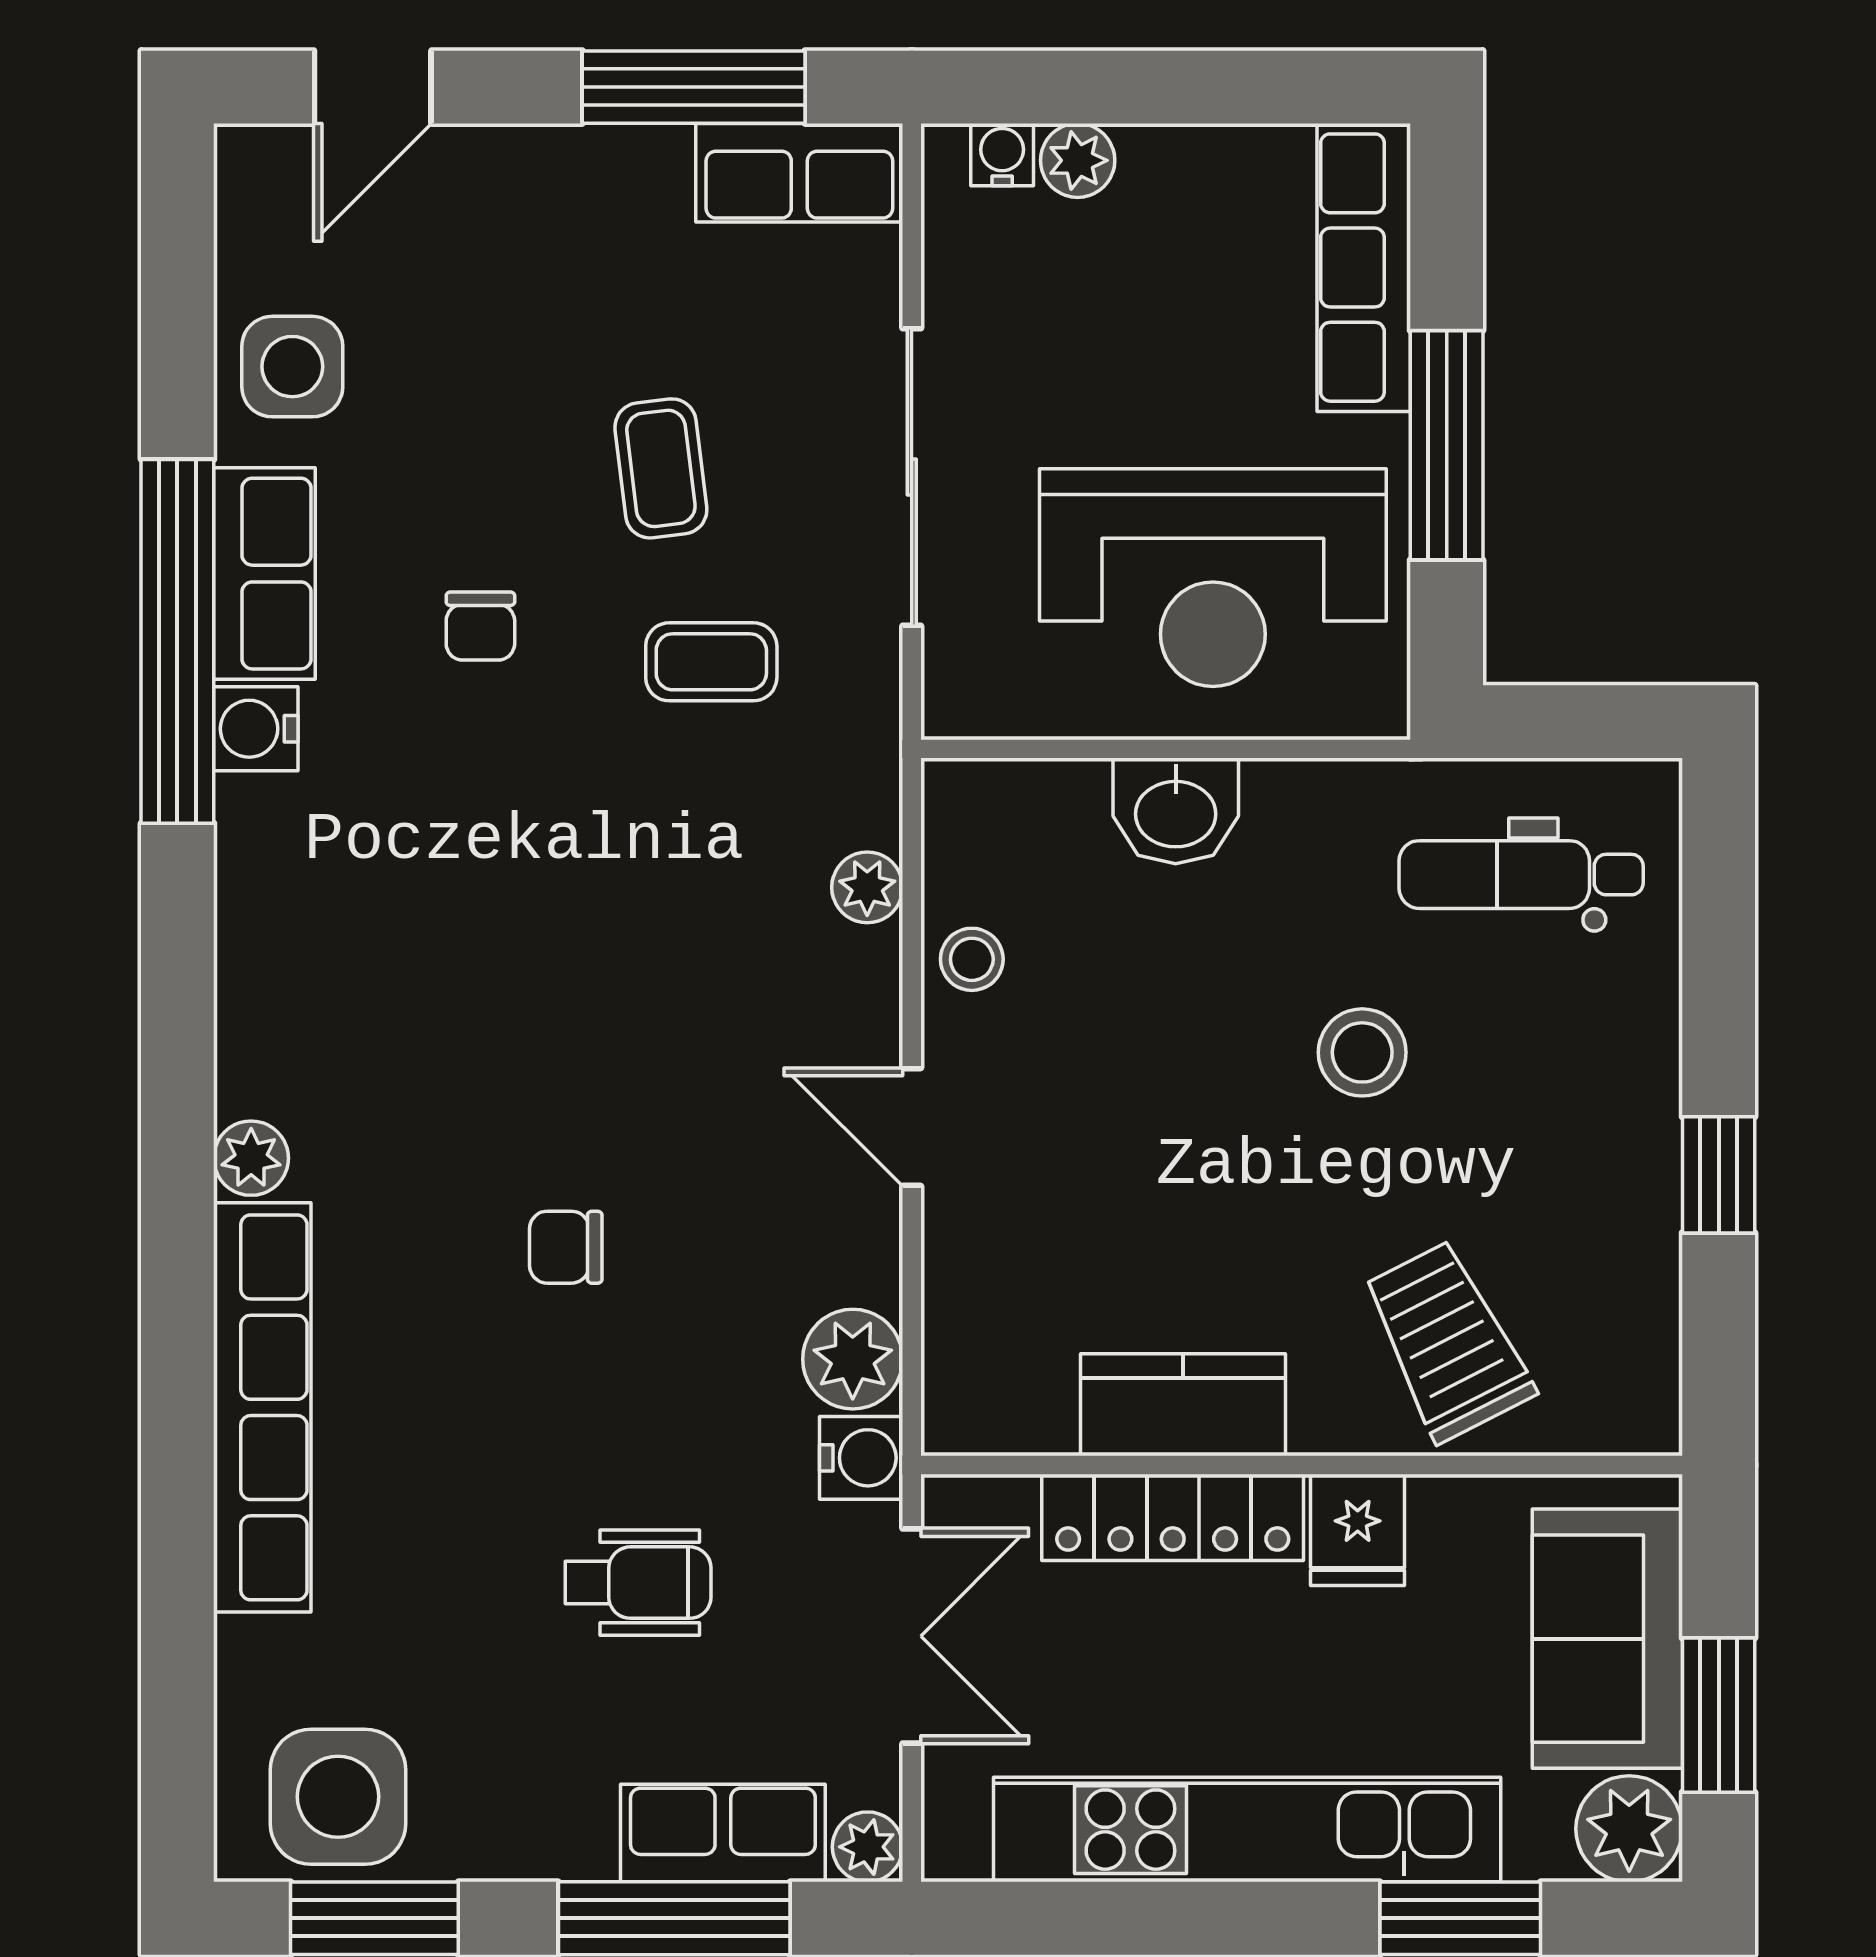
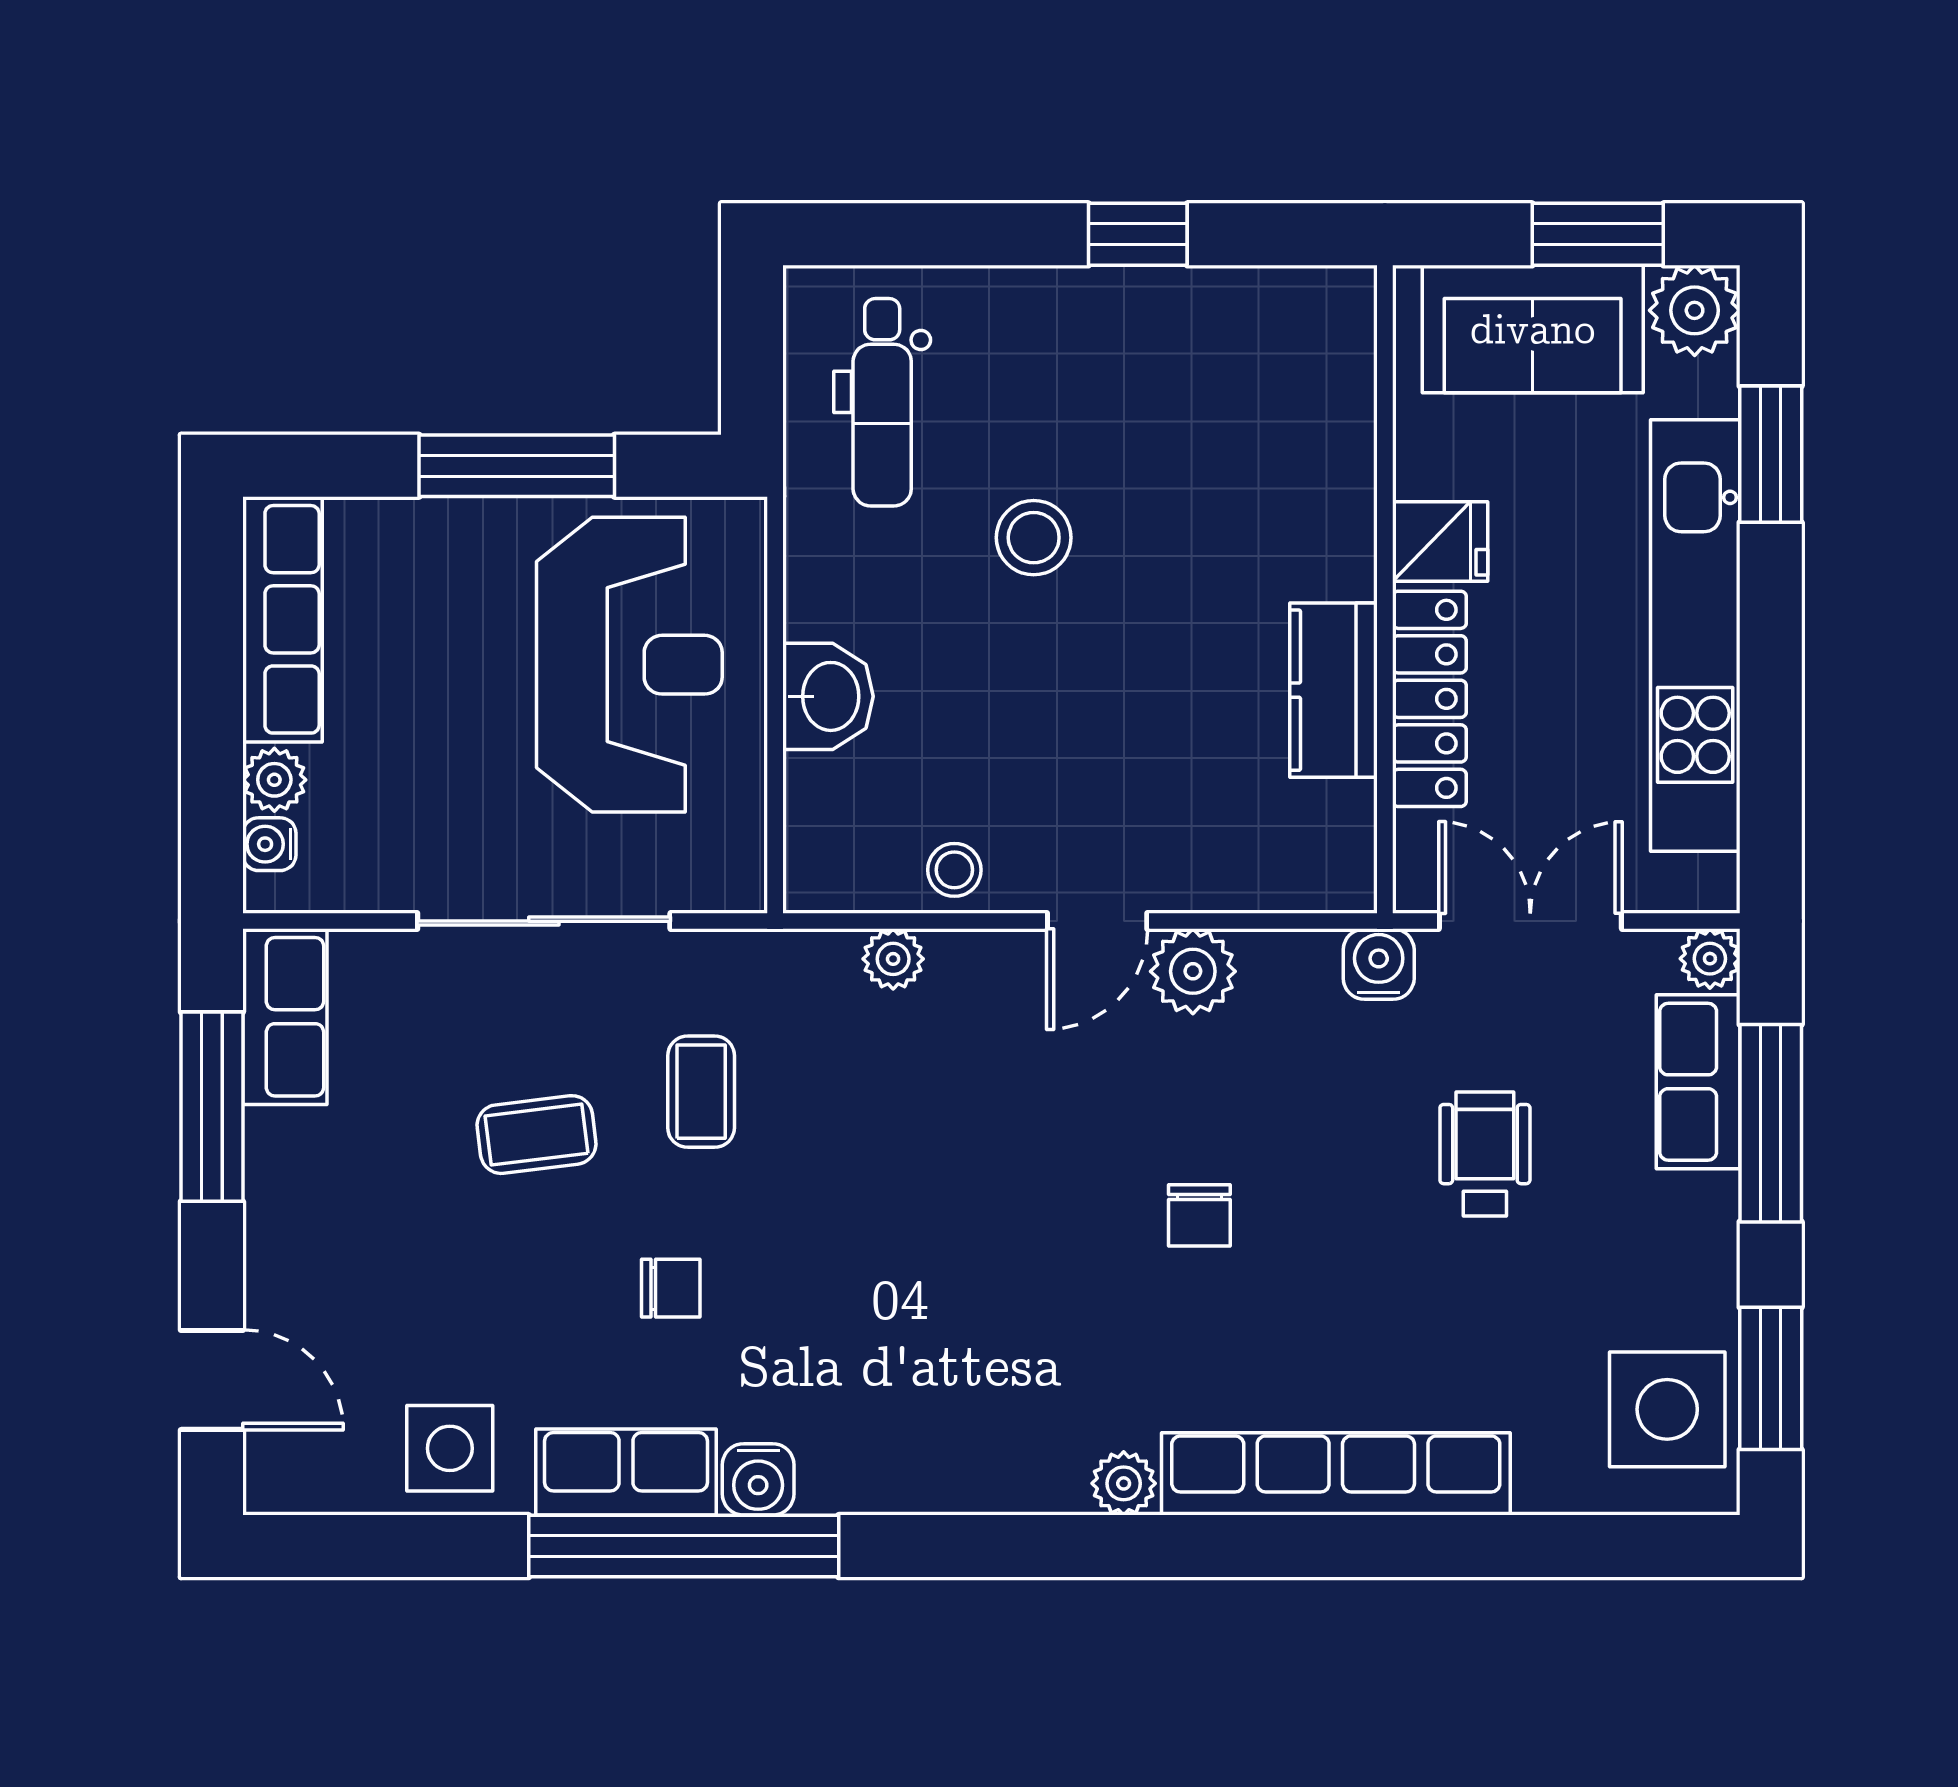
row of seats: (1364, 268) -> (282, 619), moved, turned -90
trolley: (1447, 1341) -> (1279, 465), removed
plant: (853, 1359) -> (1193, 971), moved

